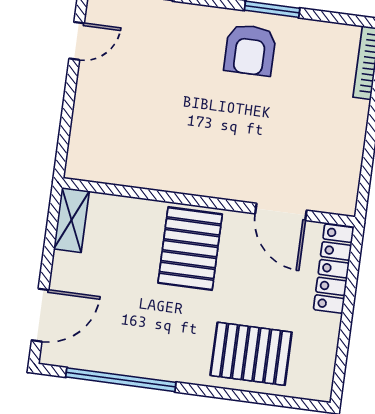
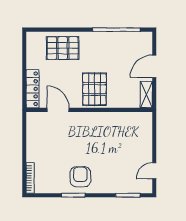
door: (40, 315) -> (154, 66), moved

